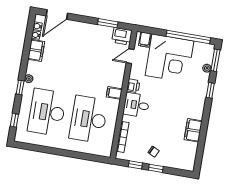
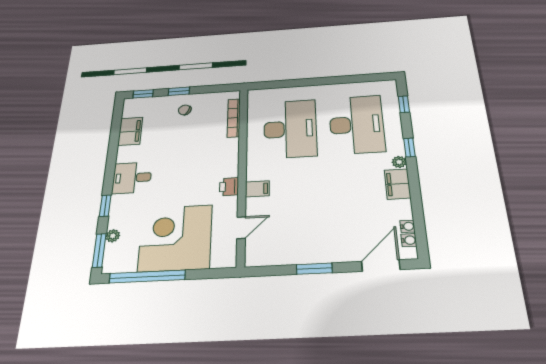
window: (108, 23) -> (314, 269), moved
printer: (122, 36) -> (260, 255), removed
filing cabinet: (145, 40) -> (220, 257), removed
filing cabinet: (36, 50) -> (397, 184), moved
filing cabinet: (114, 93) -> (257, 189), moved
desk: (136, 105) -> (132, 178), moved, turned 180
filing cabinet: (193, 130) -> (130, 131), moved
window: (135, 165) -> (143, 94), moved

